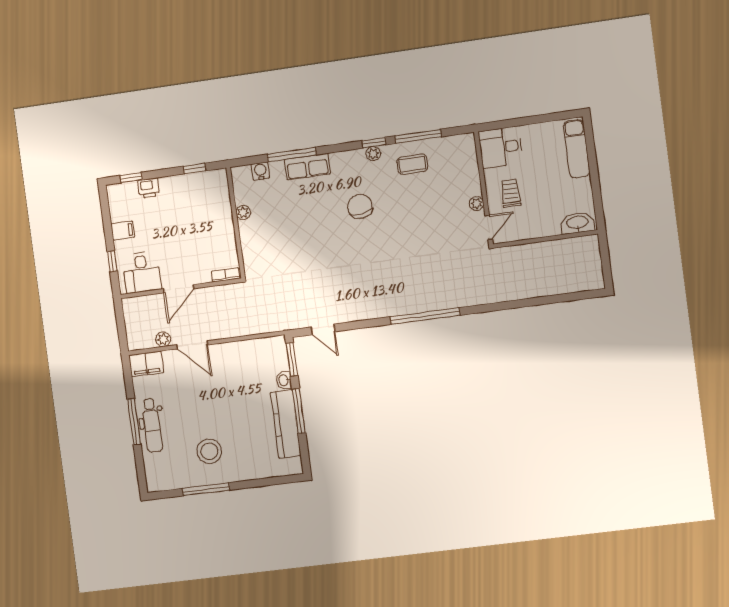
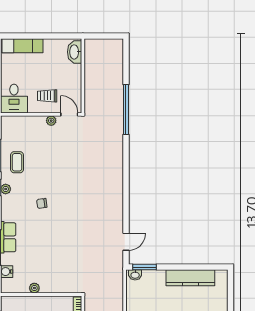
chair: (360, 206) -> (42, 203), width x0.54, depth x0.54
window: (425, 316) -> (126, 109), moved
washbasin: (284, 380) -> (135, 275), moved
window: (299, 411) -> (182, 267), removed

